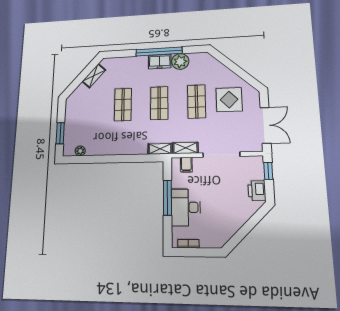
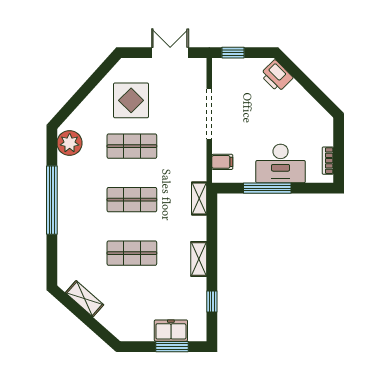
plant: (180, 61) -> (70, 143), moved
freezer: (160, 62) -> (171, 331), moved, turned -90
double door: (266, 125) -> (170, 53), width x0.73
shelving: (185, 148) -> (199, 259), moved
plant: (80, 151) -> (199, 315), removed
window: (89, 159) -> (212, 301), added
printer: (257, 191) -> (277, 76), moved, turned 45

